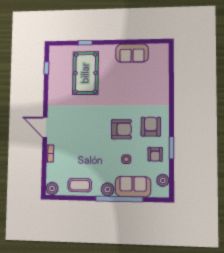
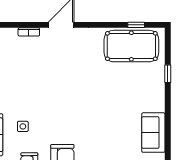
pool table: (85, 73) -> (131, 46), moved
armchair: (121, 129) -> (59, 120), removed

